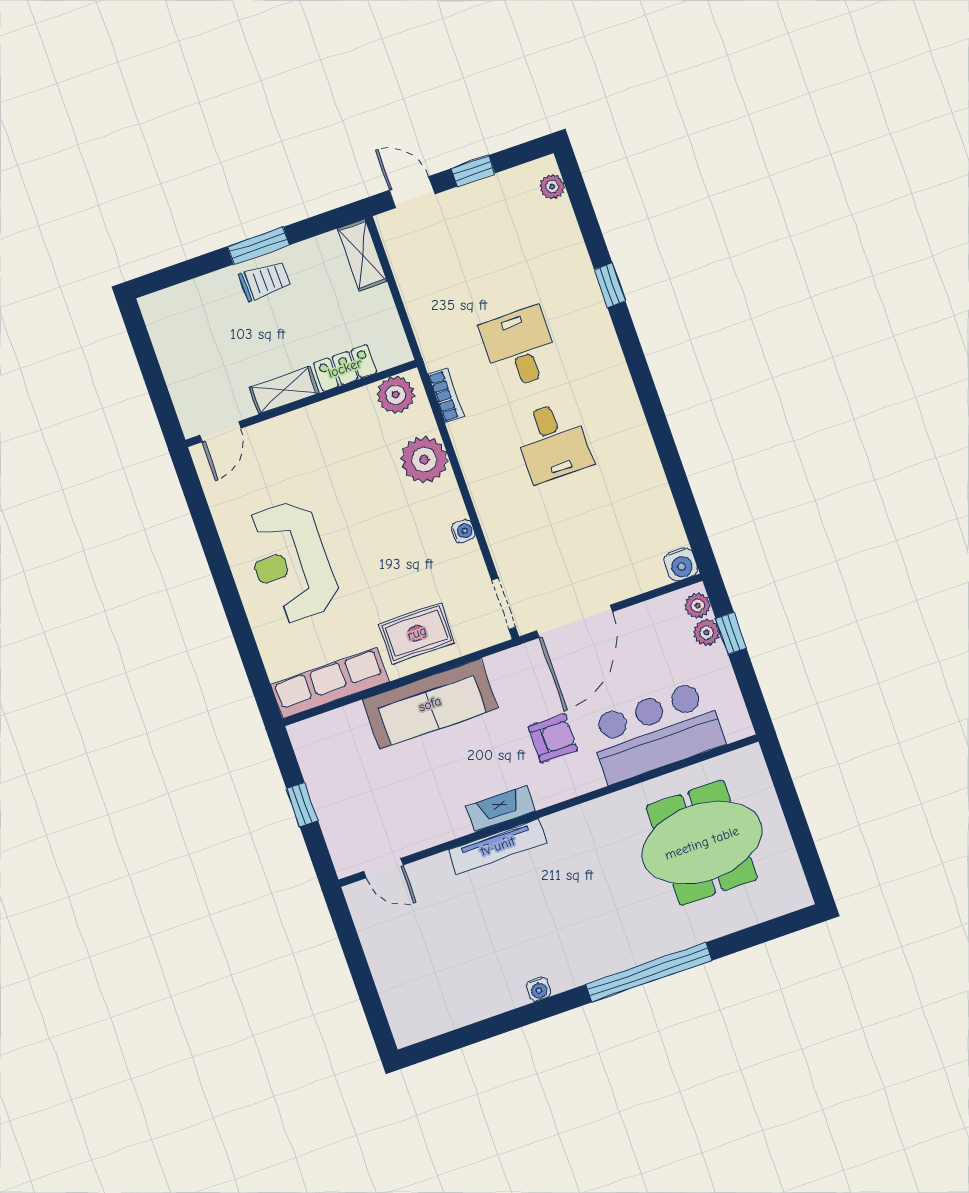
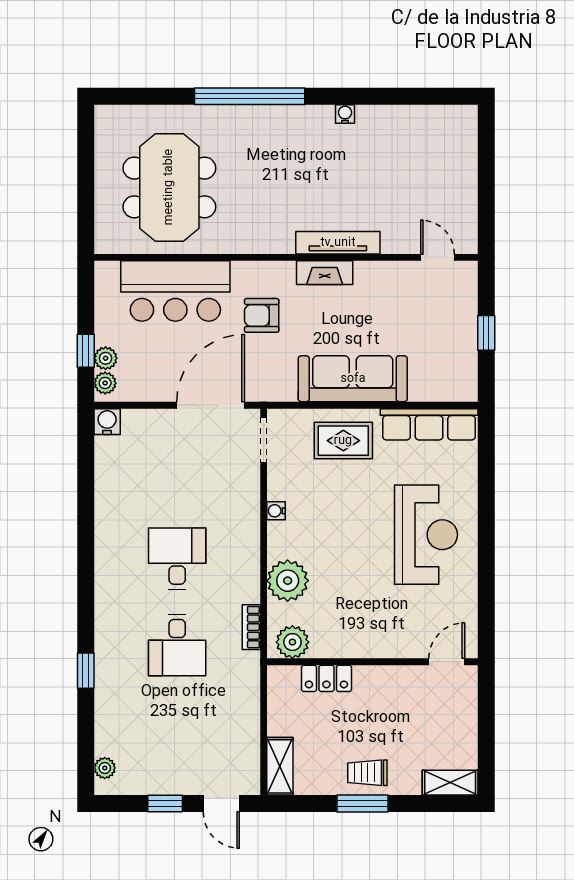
shelving: (284, 390) -> (450, 783), moved
meeting table: (702, 843) -> (169, 187), turned 90

